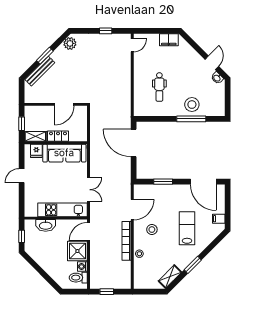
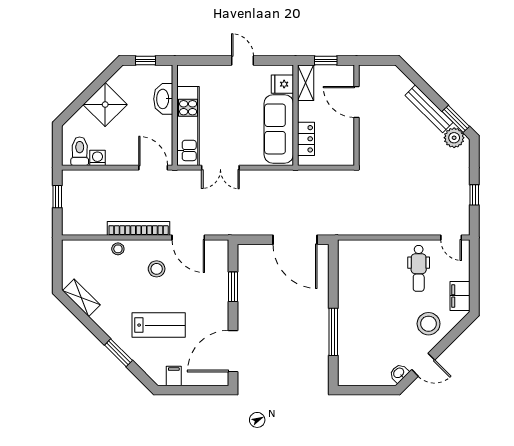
window: (45, 56) -> (456, 119), moved
bench: (40, 71) -> (429, 109), moved
dental chair: (159, 87) -> (419, 268), moved, turned -90
door: (64, 104) -> (357, 102), moved
stool: (192, 105) -> (429, 324), moved
locker: (58, 136) -> (306, 139), moved
door: (134, 143) -> (295, 240), swing flipped
shower: (77, 251) -> (105, 105), moved, turned 45
window: (193, 265) -> (118, 353), moved

